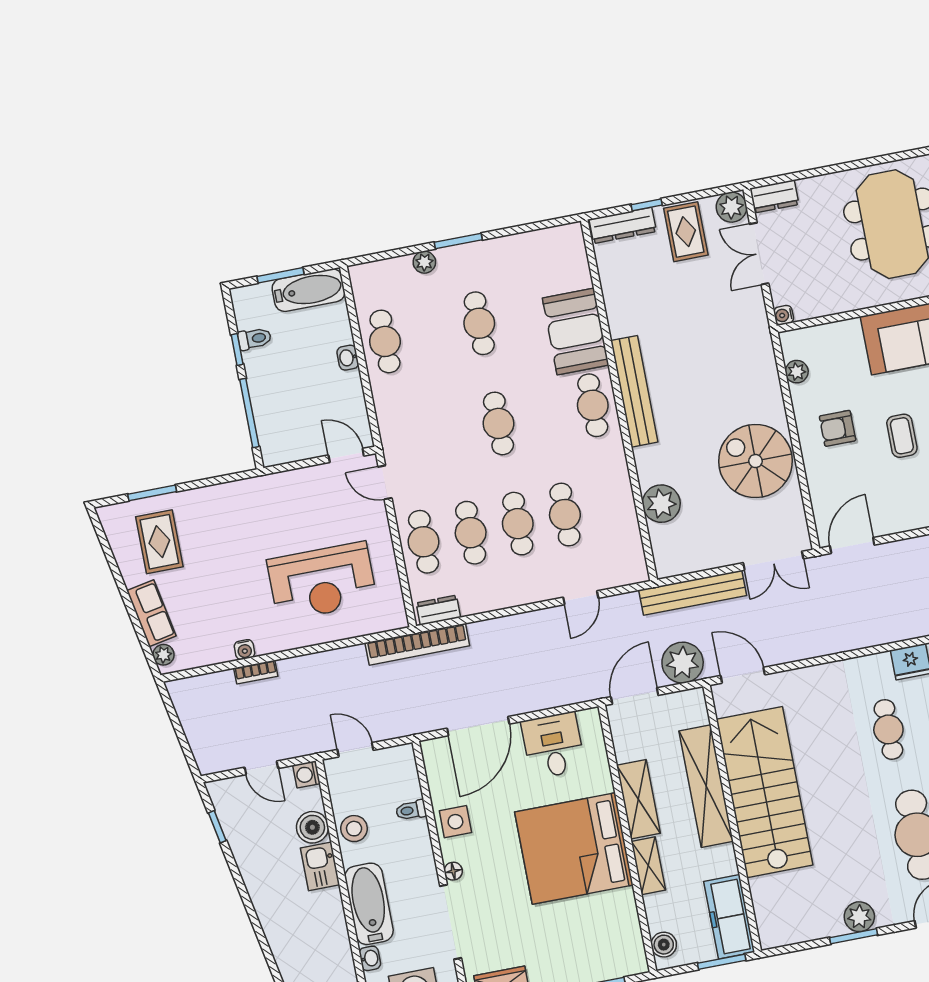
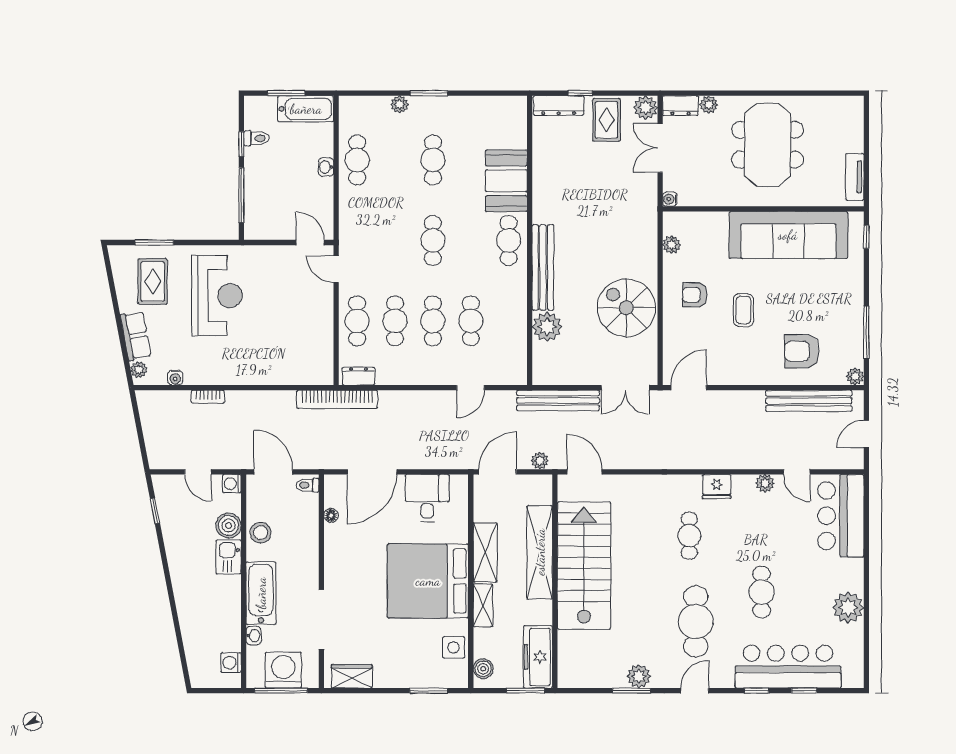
plant: (809, 188) -> (709, 104), added
bench: (634, 391) -> (543, 267), moved
reception desk: (322, 582) -> (217, 296), moved, turned -90
water cooler: (244, 650) -> (175, 378), moved
plant: (683, 663) -> (540, 461), width x0.53, depth x0.53
door: (355, 750) -> (273, 472), width x1.38
toilet: (411, 810) -> (307, 485), moved
side table: (455, 822) -> (453, 647), moved
floor lamp: (453, 871) -> (331, 515), moved

